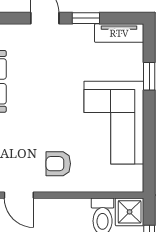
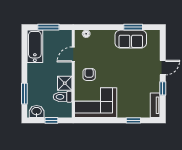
corner sofa: (114, 123) -> (96, 103), moved
shower: (130, 212) -> (65, 83), moved

